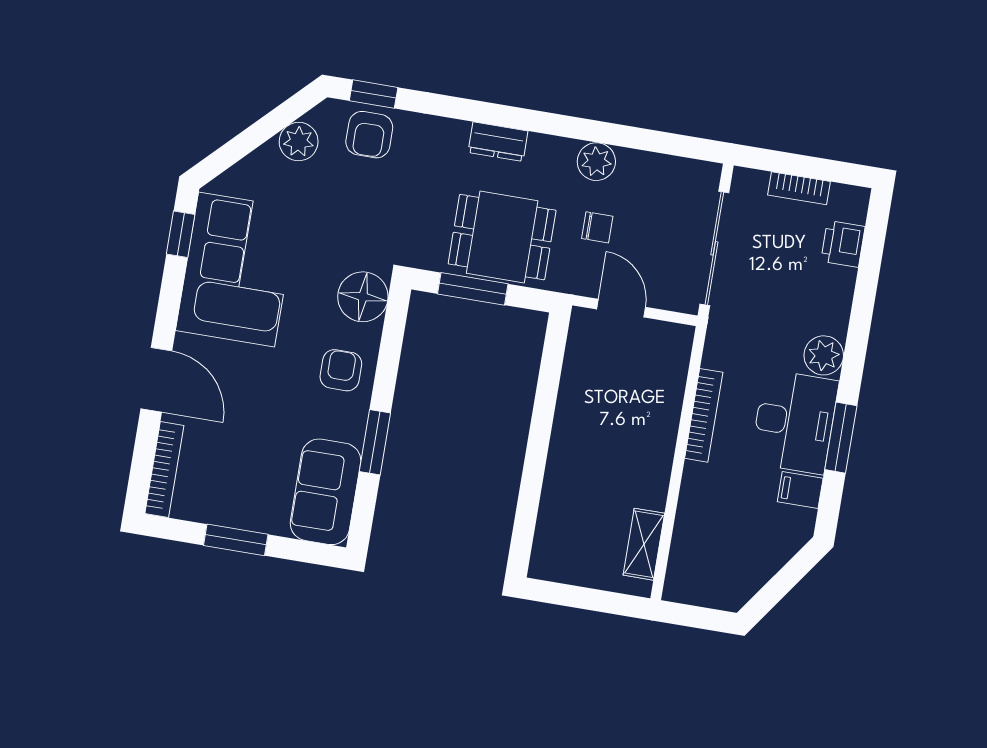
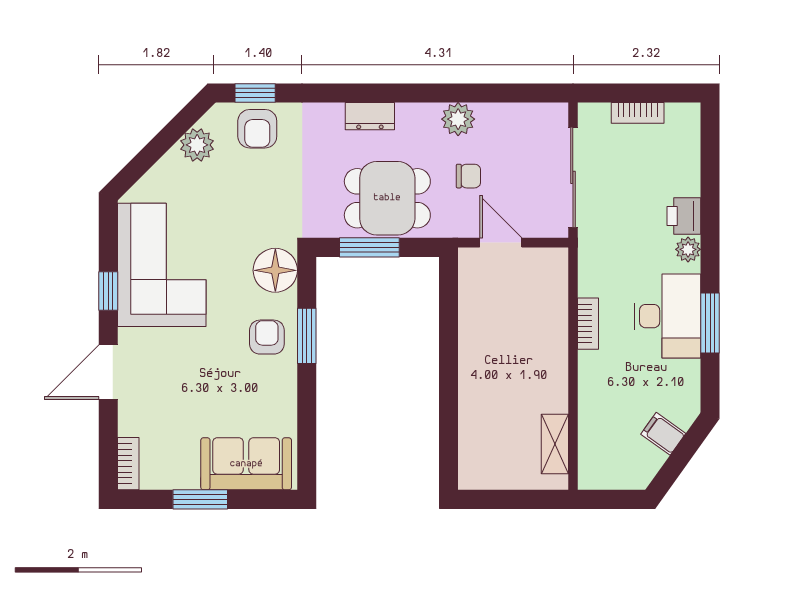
window: (181, 234) -> (108, 291), moved
printer: (843, 244) -> (684, 216), moved
plant: (824, 355) -> (688, 249), width x0.73, depth x0.73
door: (156, 380) -> (108, 372), swing flipped
bookcase: (704, 415) -> (588, 324), width x0.64
window: (375, 442) -> (307, 336), moved
bookcase: (164, 470) -> (128, 464), width x0.64
filing cabinet: (800, 490) -> (663, 434), moved, turned 36
sofa: (325, 492) -> (246, 464), moved, turned 90

